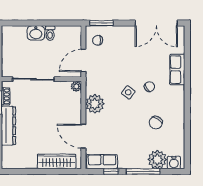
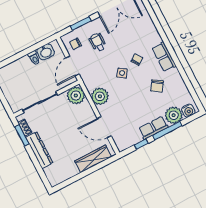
window: (101, 23) -> (81, 23), moved
washbasin: (36, 33) -> (46, 52), moved
wheelchair: (120, 50) -> (98, 42), added
row of seats: (177, 70) -> (164, 57), moved
plant: (76, 86) -> (76, 95), width x1.87, depth x1.87
row of seats: (102, 162) -> (153, 128), moved

